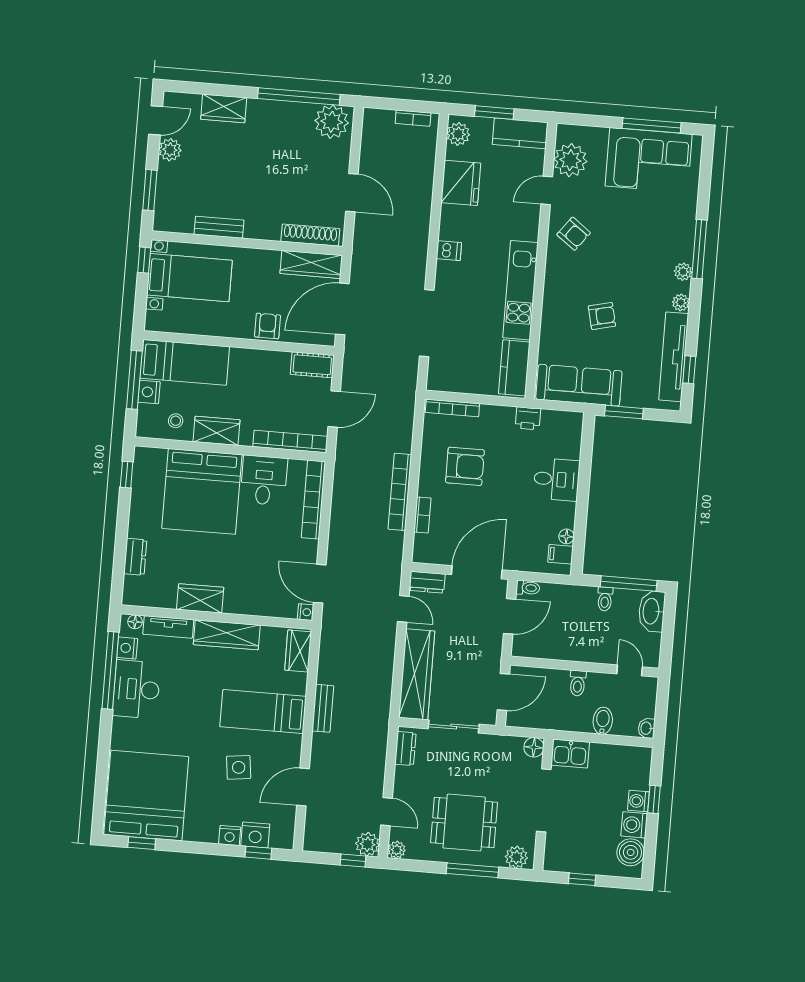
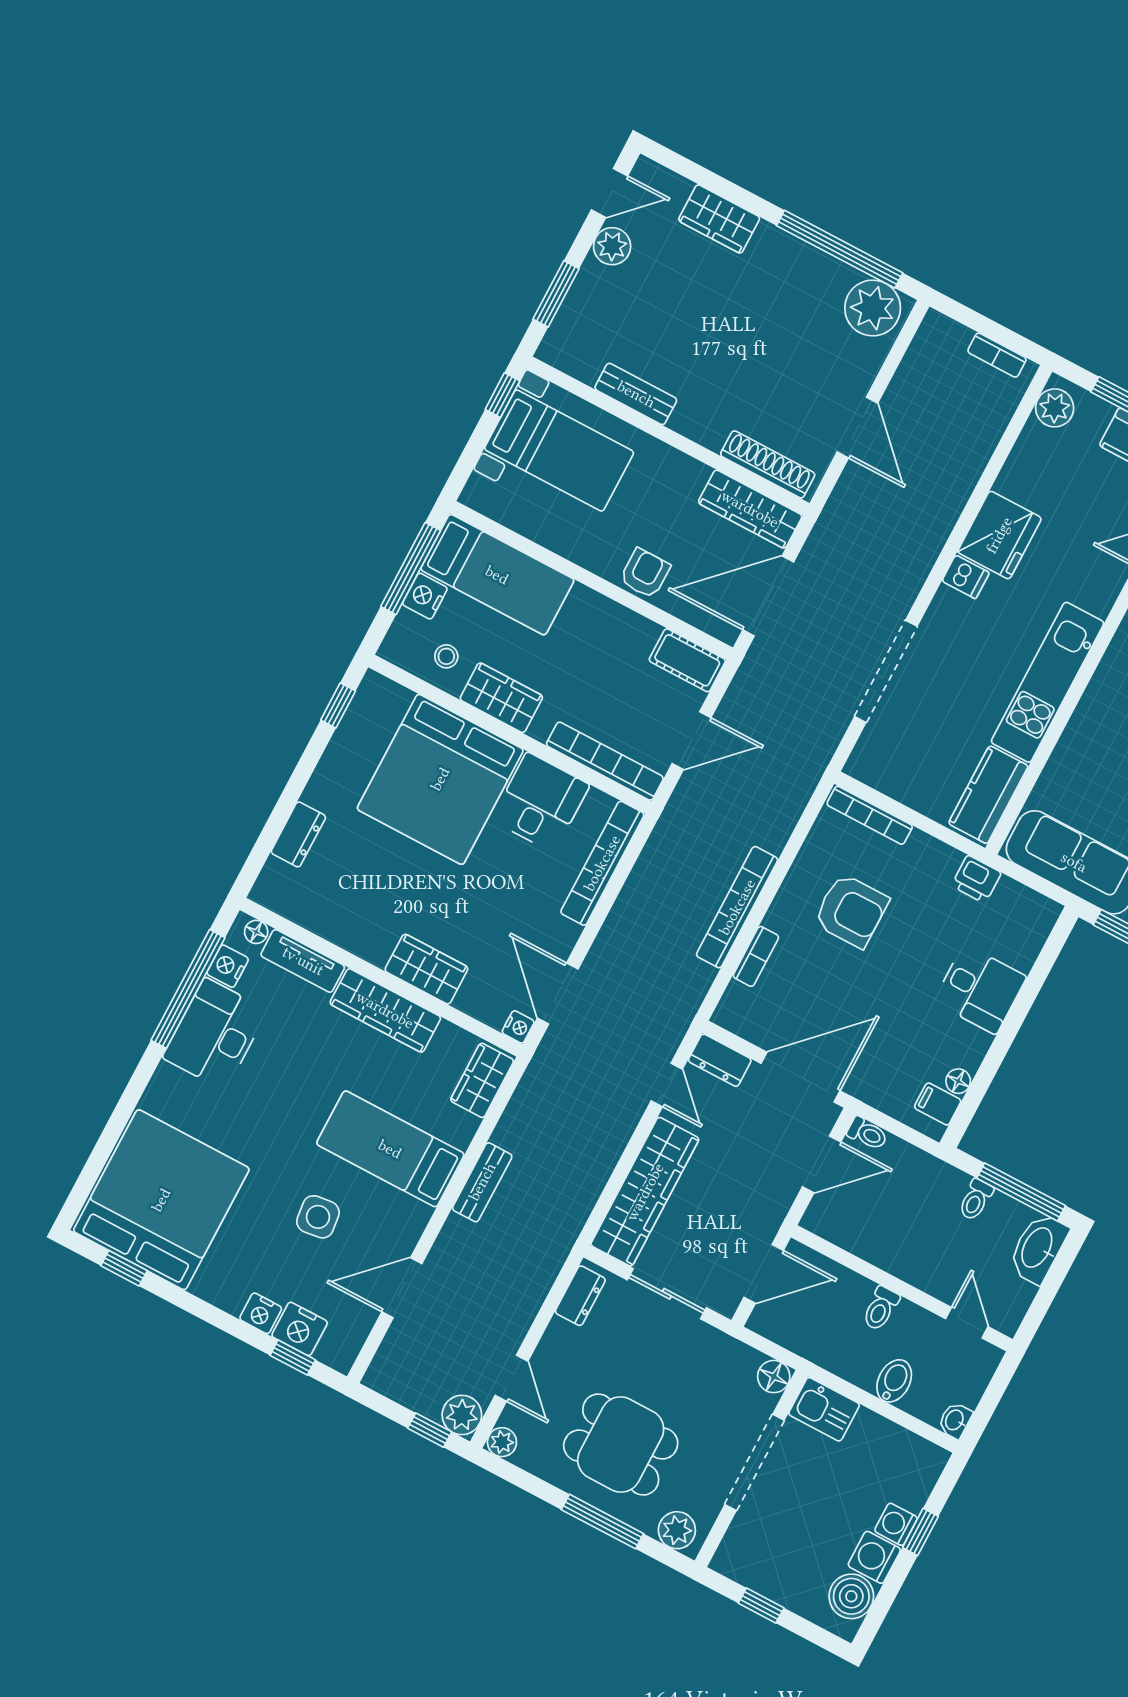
fridge: (461, 183) -> (999, 535), moved
wardrobe: (200, 598) -> (426, 969), moved

